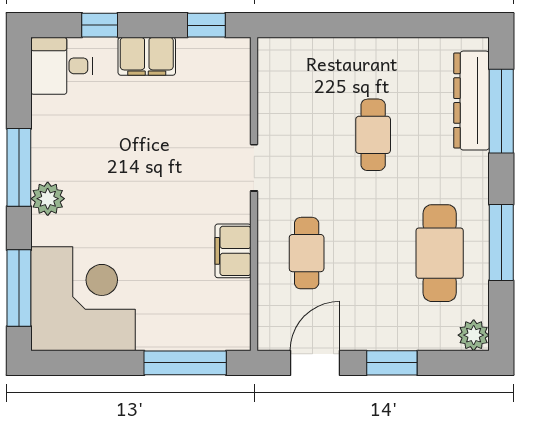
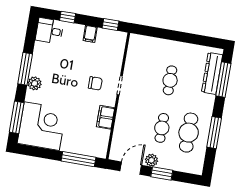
filing cabinet: (147, 56) -> (90, 34), width x0.50
chair: (194, 173) -> (95, 83), added
cafe table: (307, 253) -> (162, 128), moved
plant: (474, 335) -> (151, 160), moved

